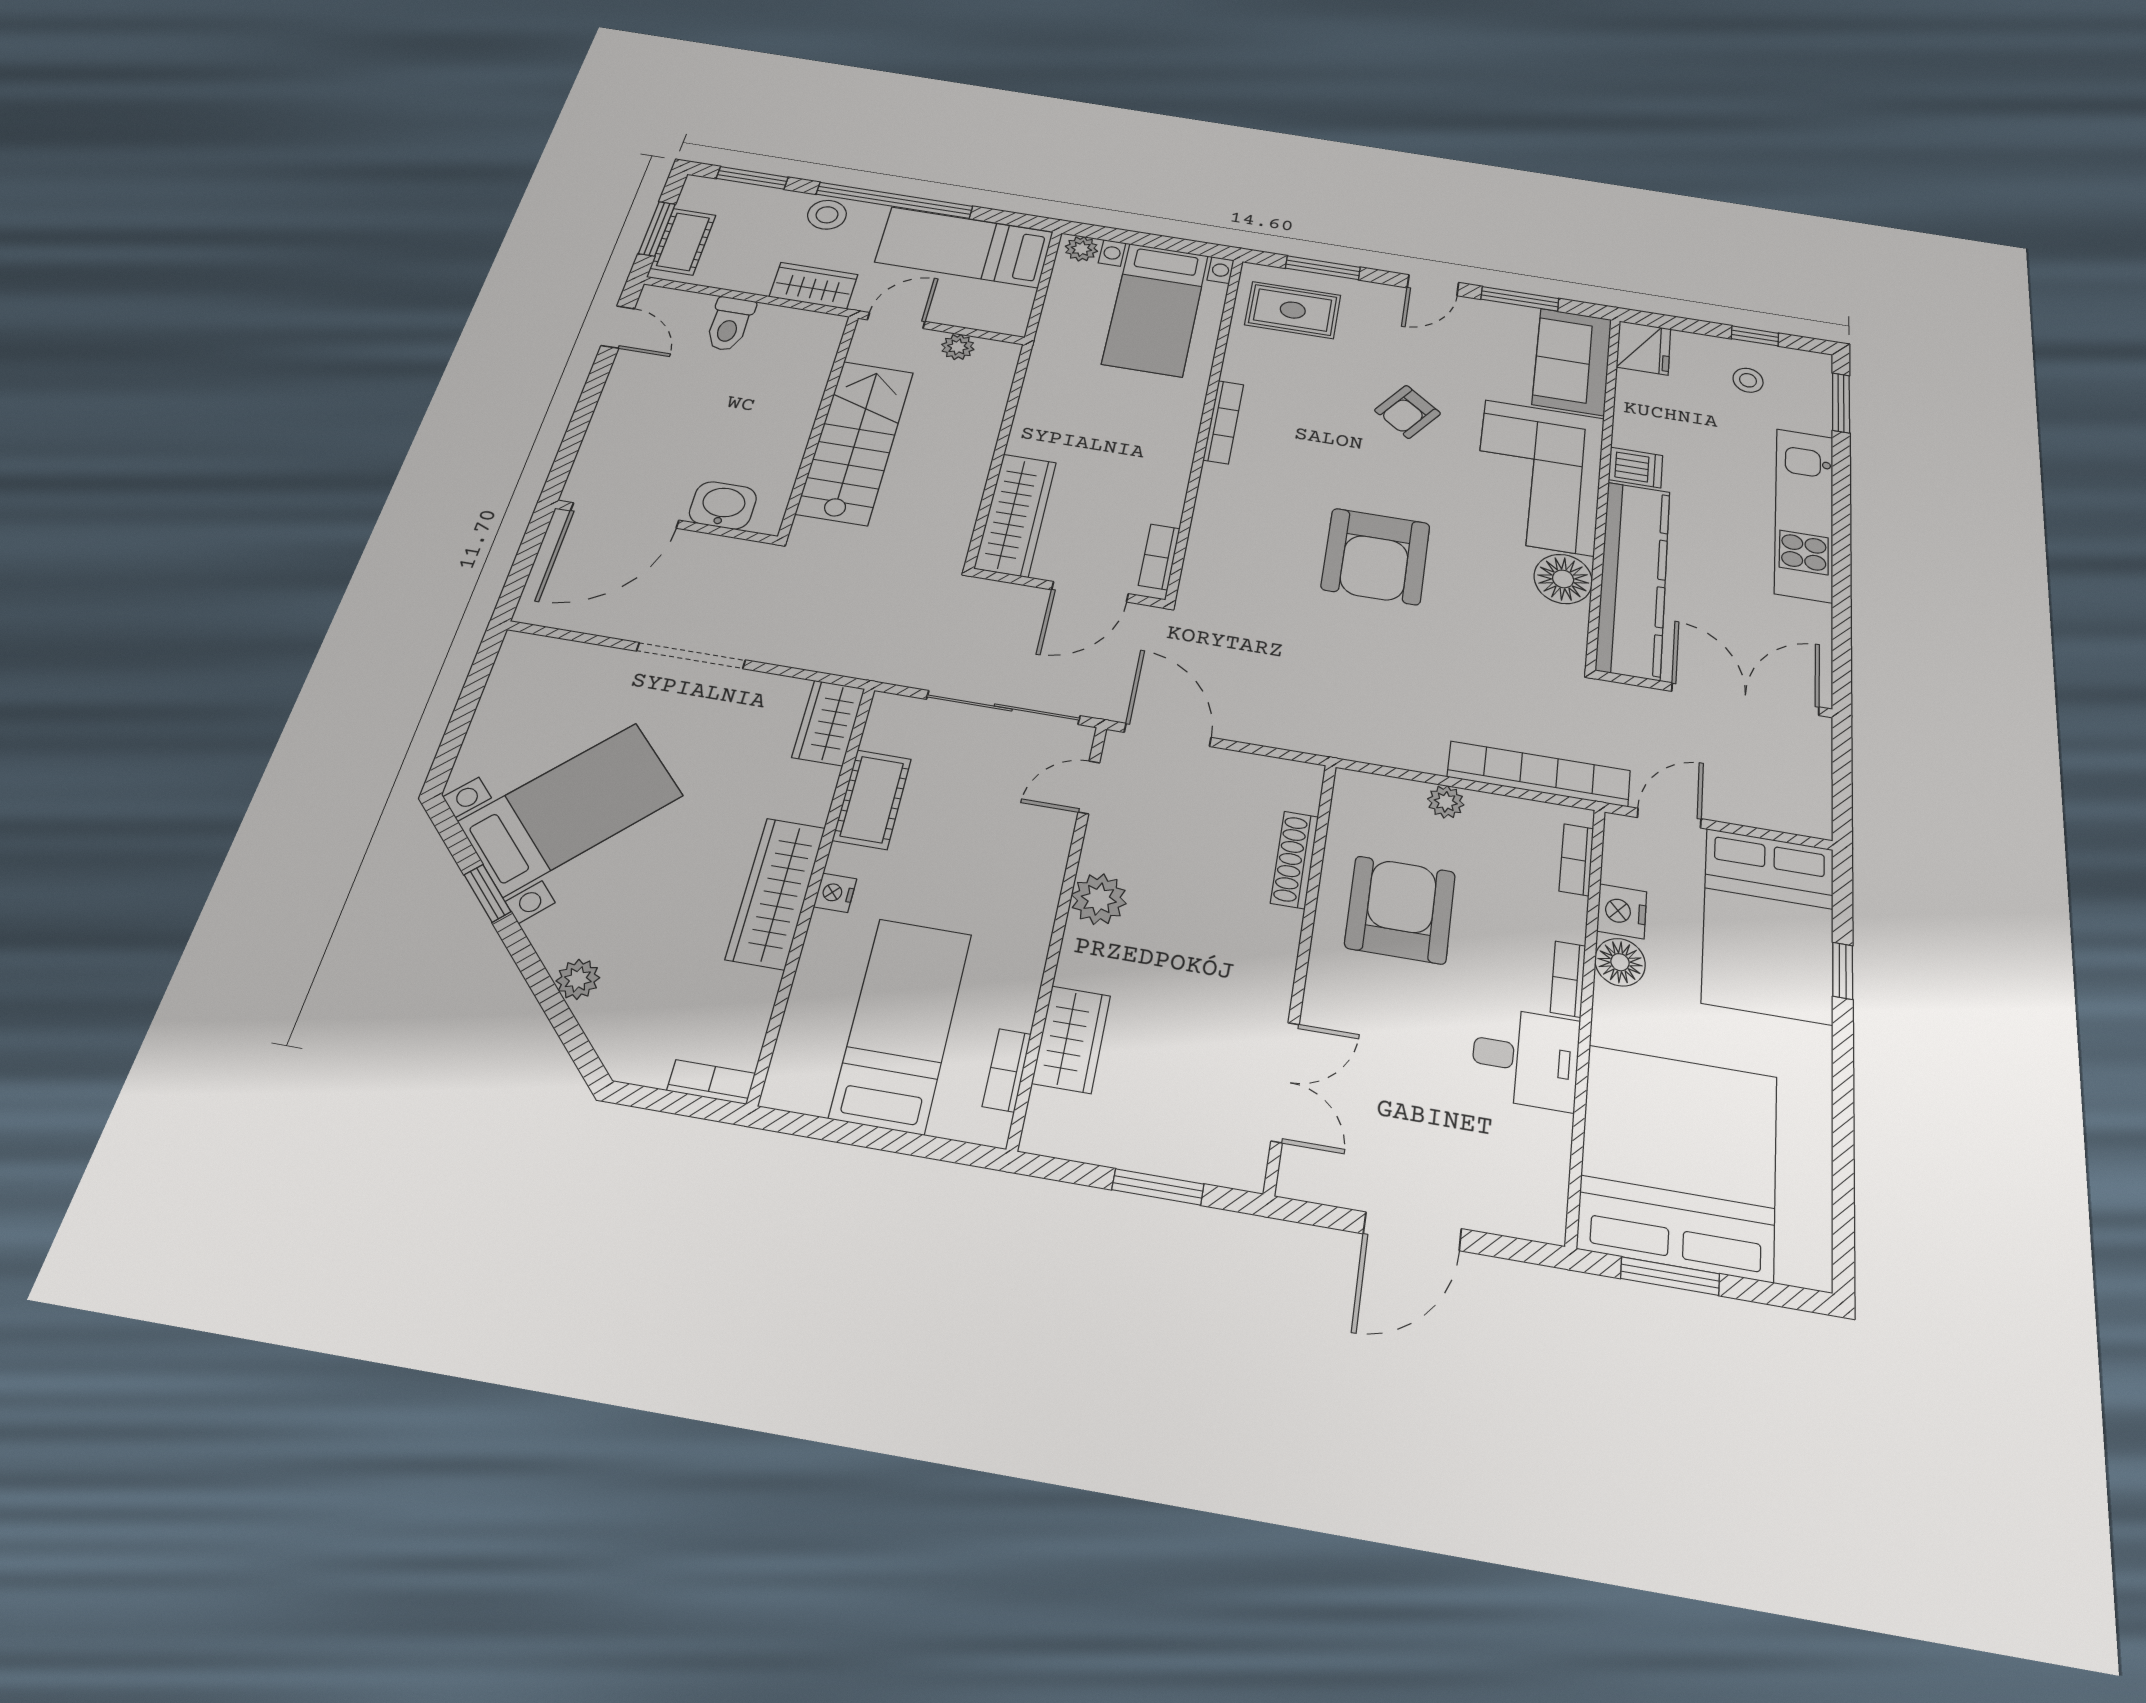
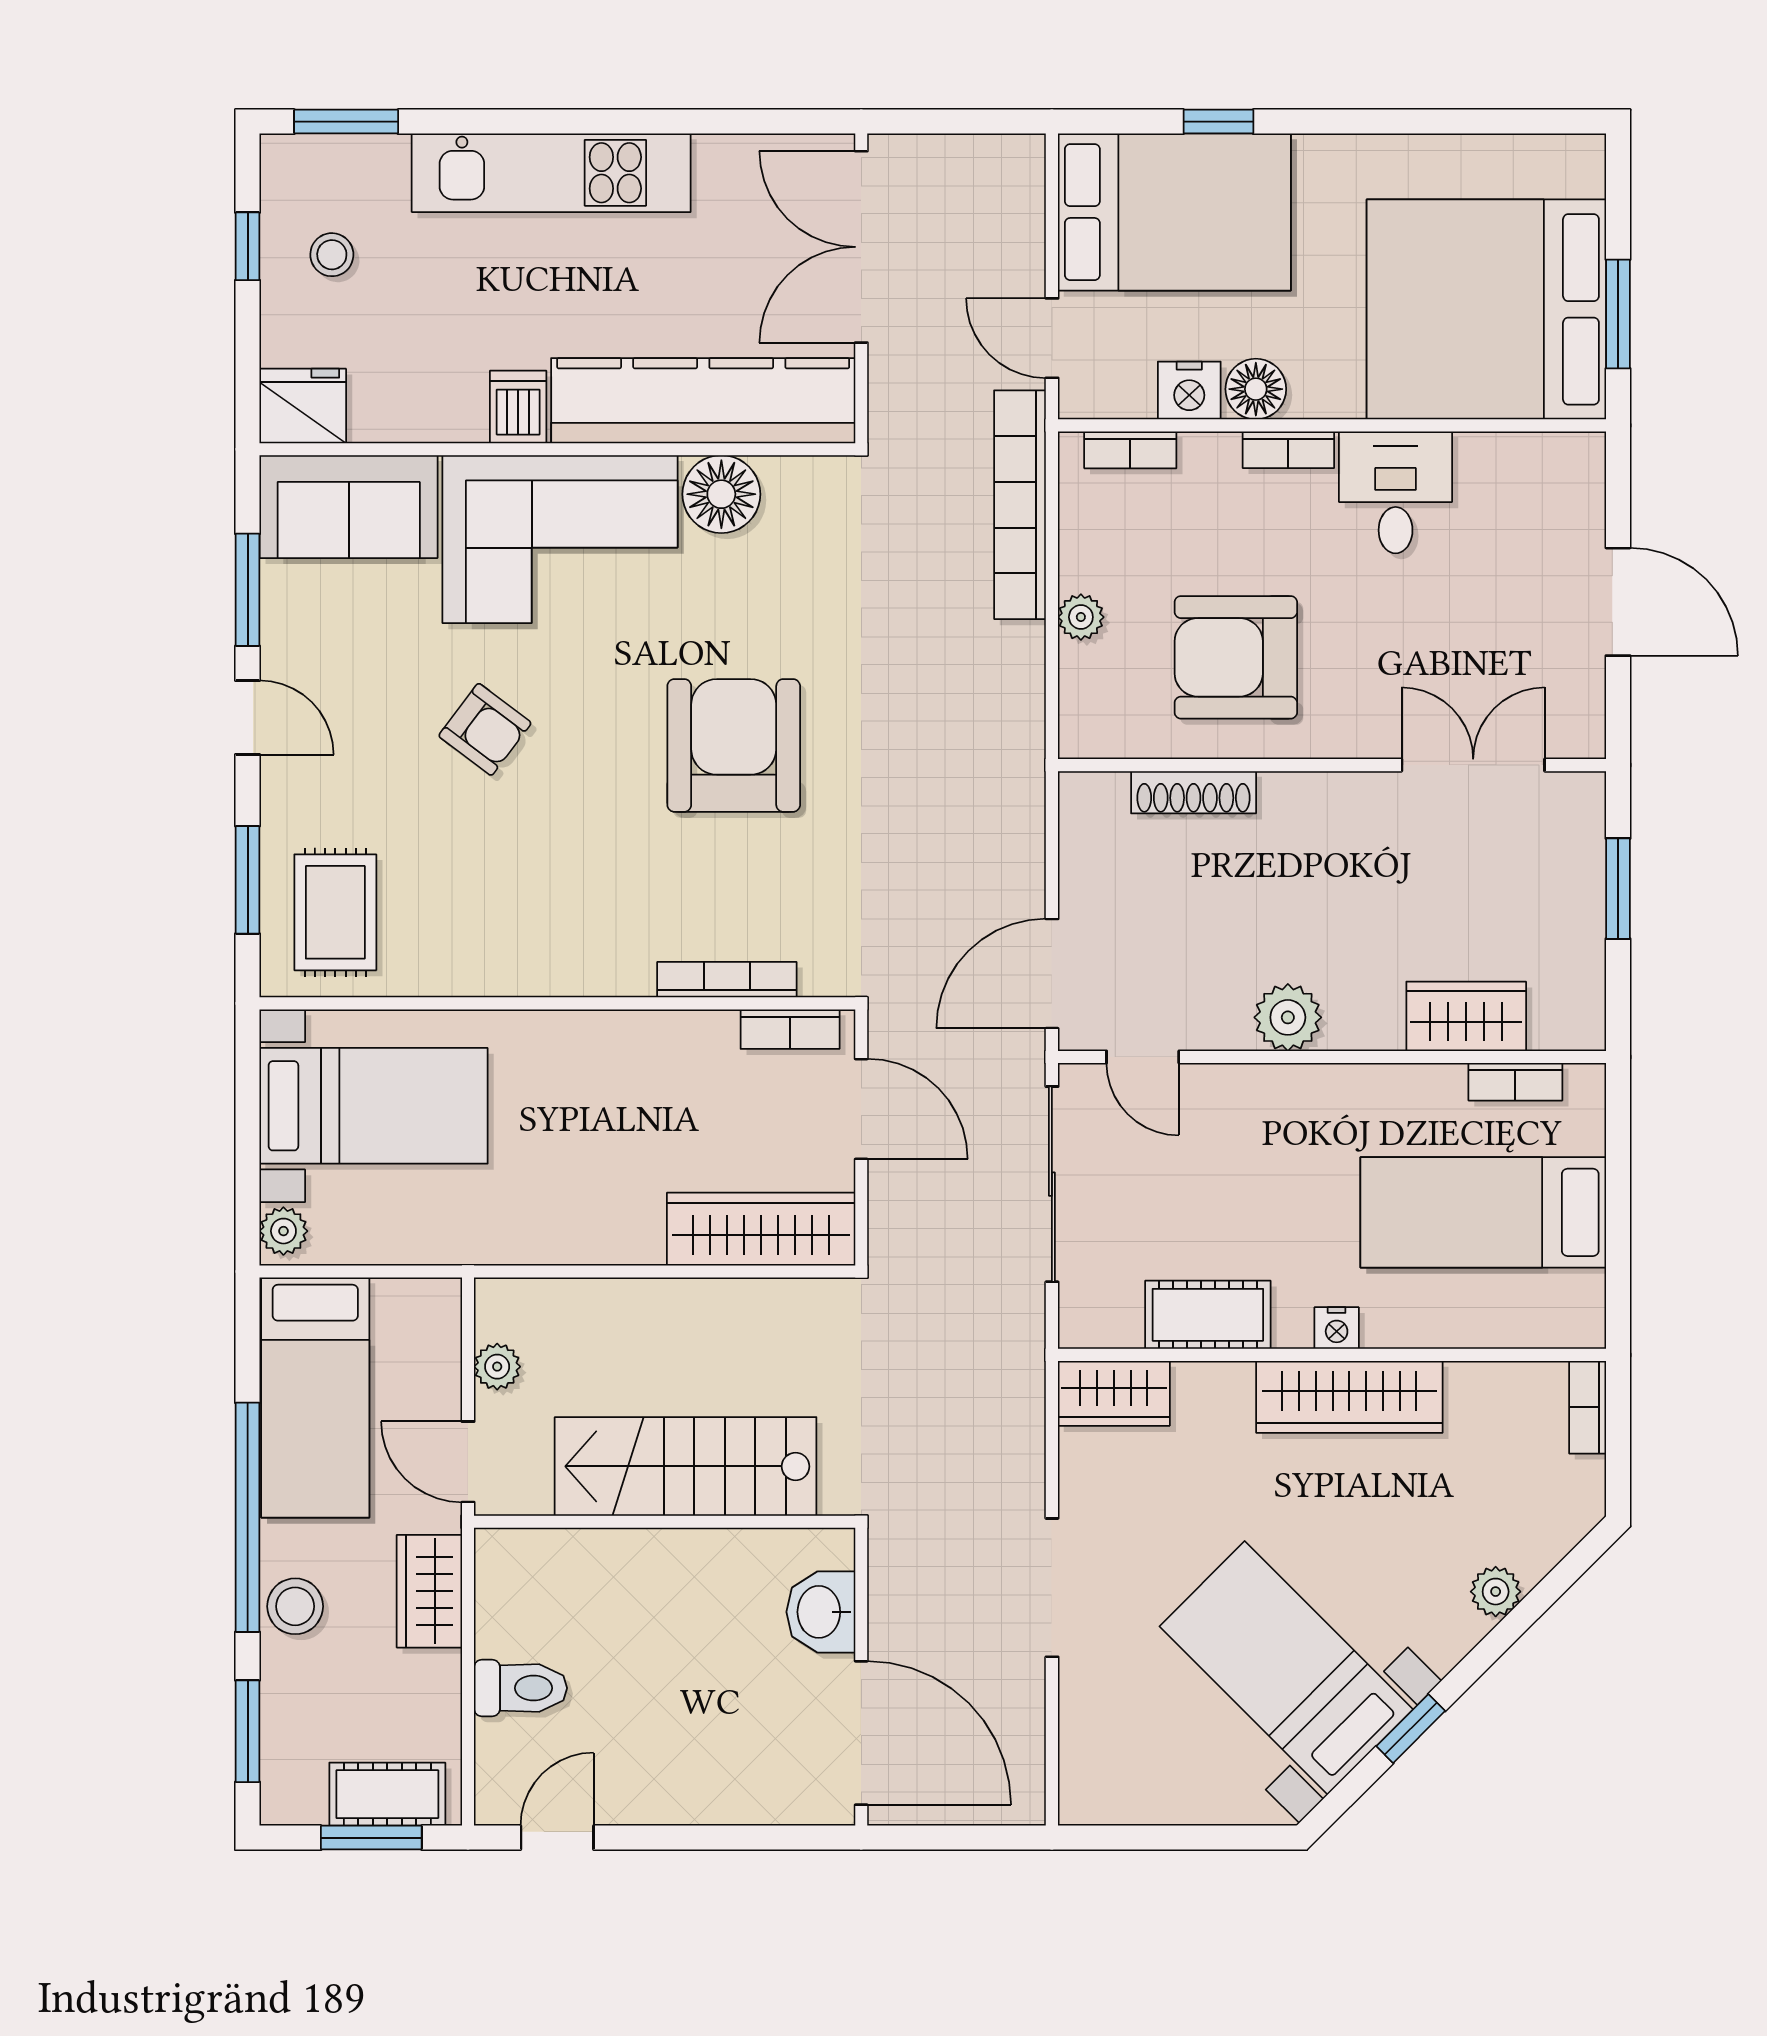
bookcase: (1223, 422) -> (727, 980), moved
armchair: (1376, 556) -> (734, 745), turned -90

